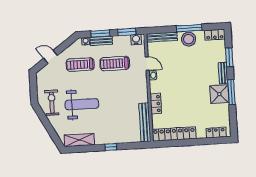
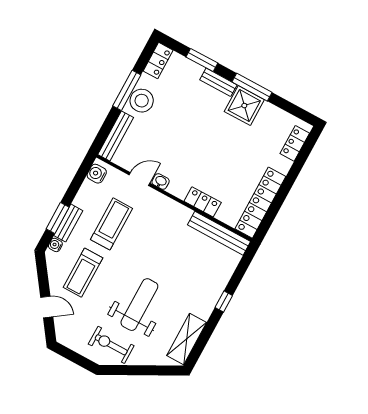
window: (127, 32) -> (78, 180), removed
door: (51, 57) -> (47, 307), swing flipped
treadmill: (115, 64) -> (111, 224), turned 180

